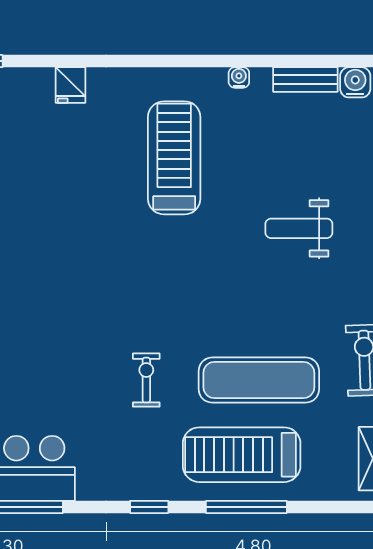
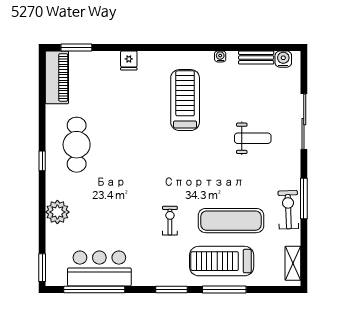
weight bench: (299, 228) -> (253, 138), turned 180
window: (149, 507) -> (171, 289), width x1.50

